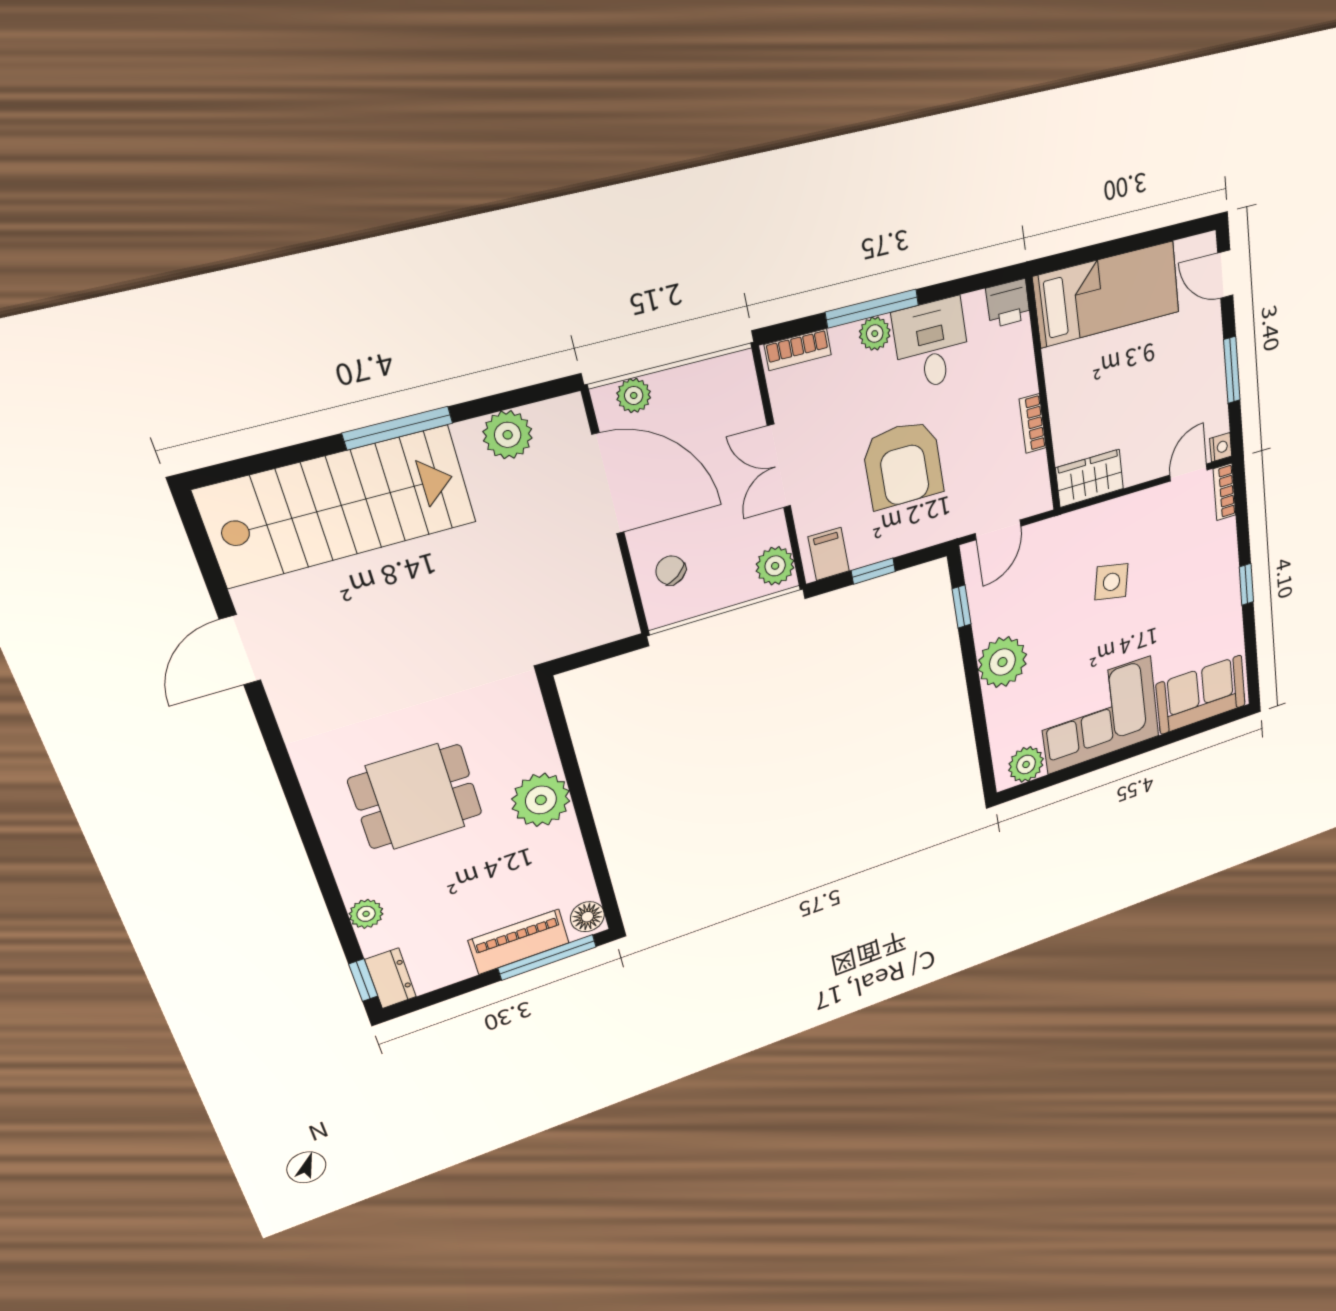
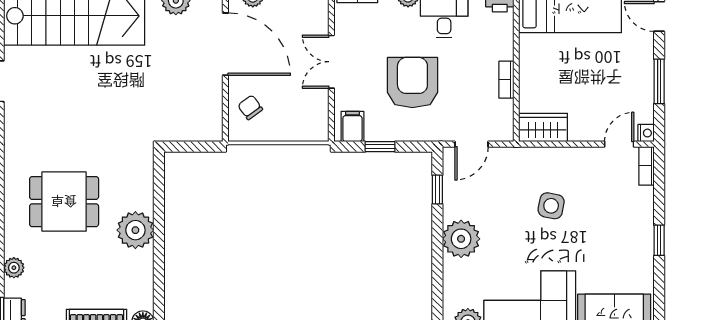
armchair: (903, 464) -> (412, 82), turned 180
plant: (775, 566) -> (316, 124), removed

